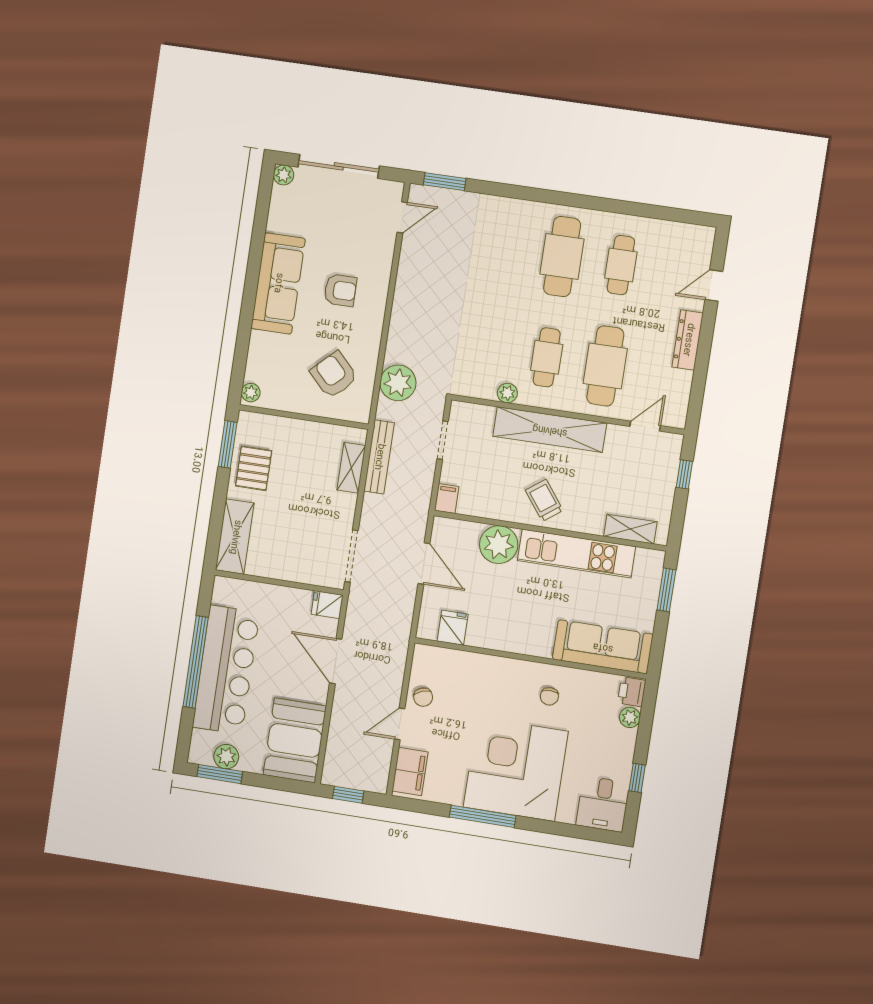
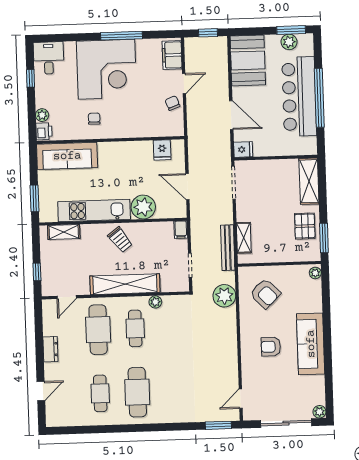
dresser: (688, 340) -> (50, 349), width x0.70

